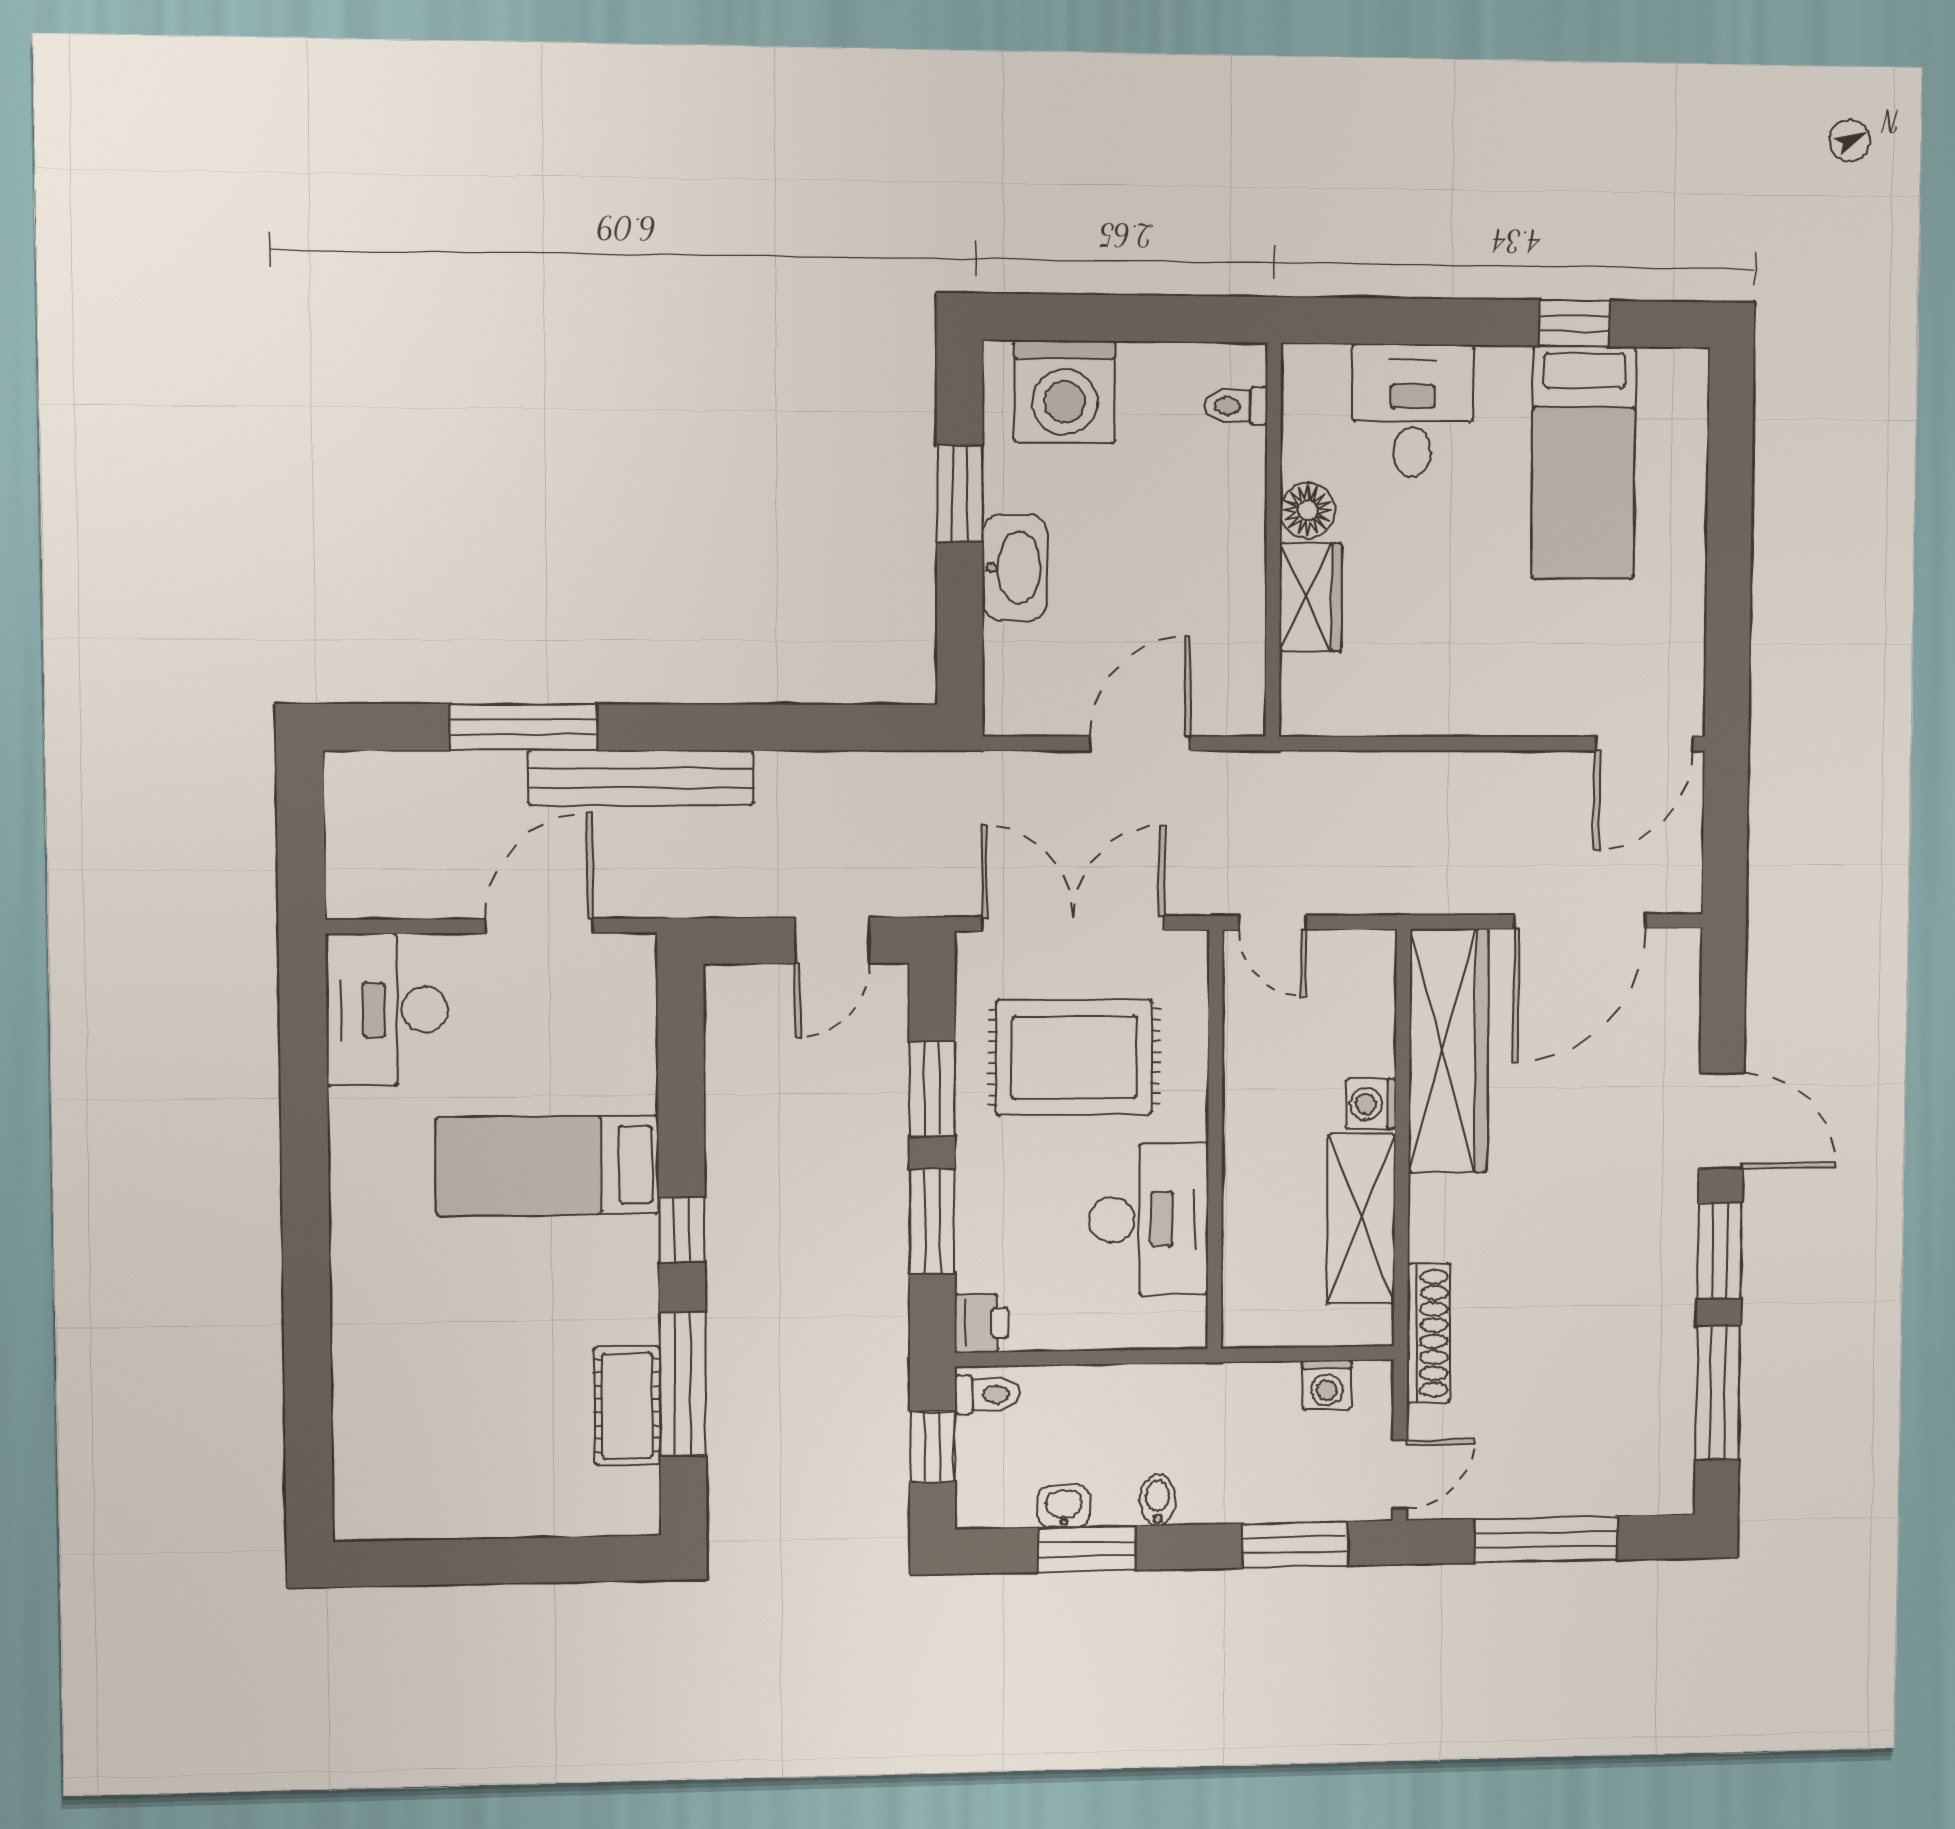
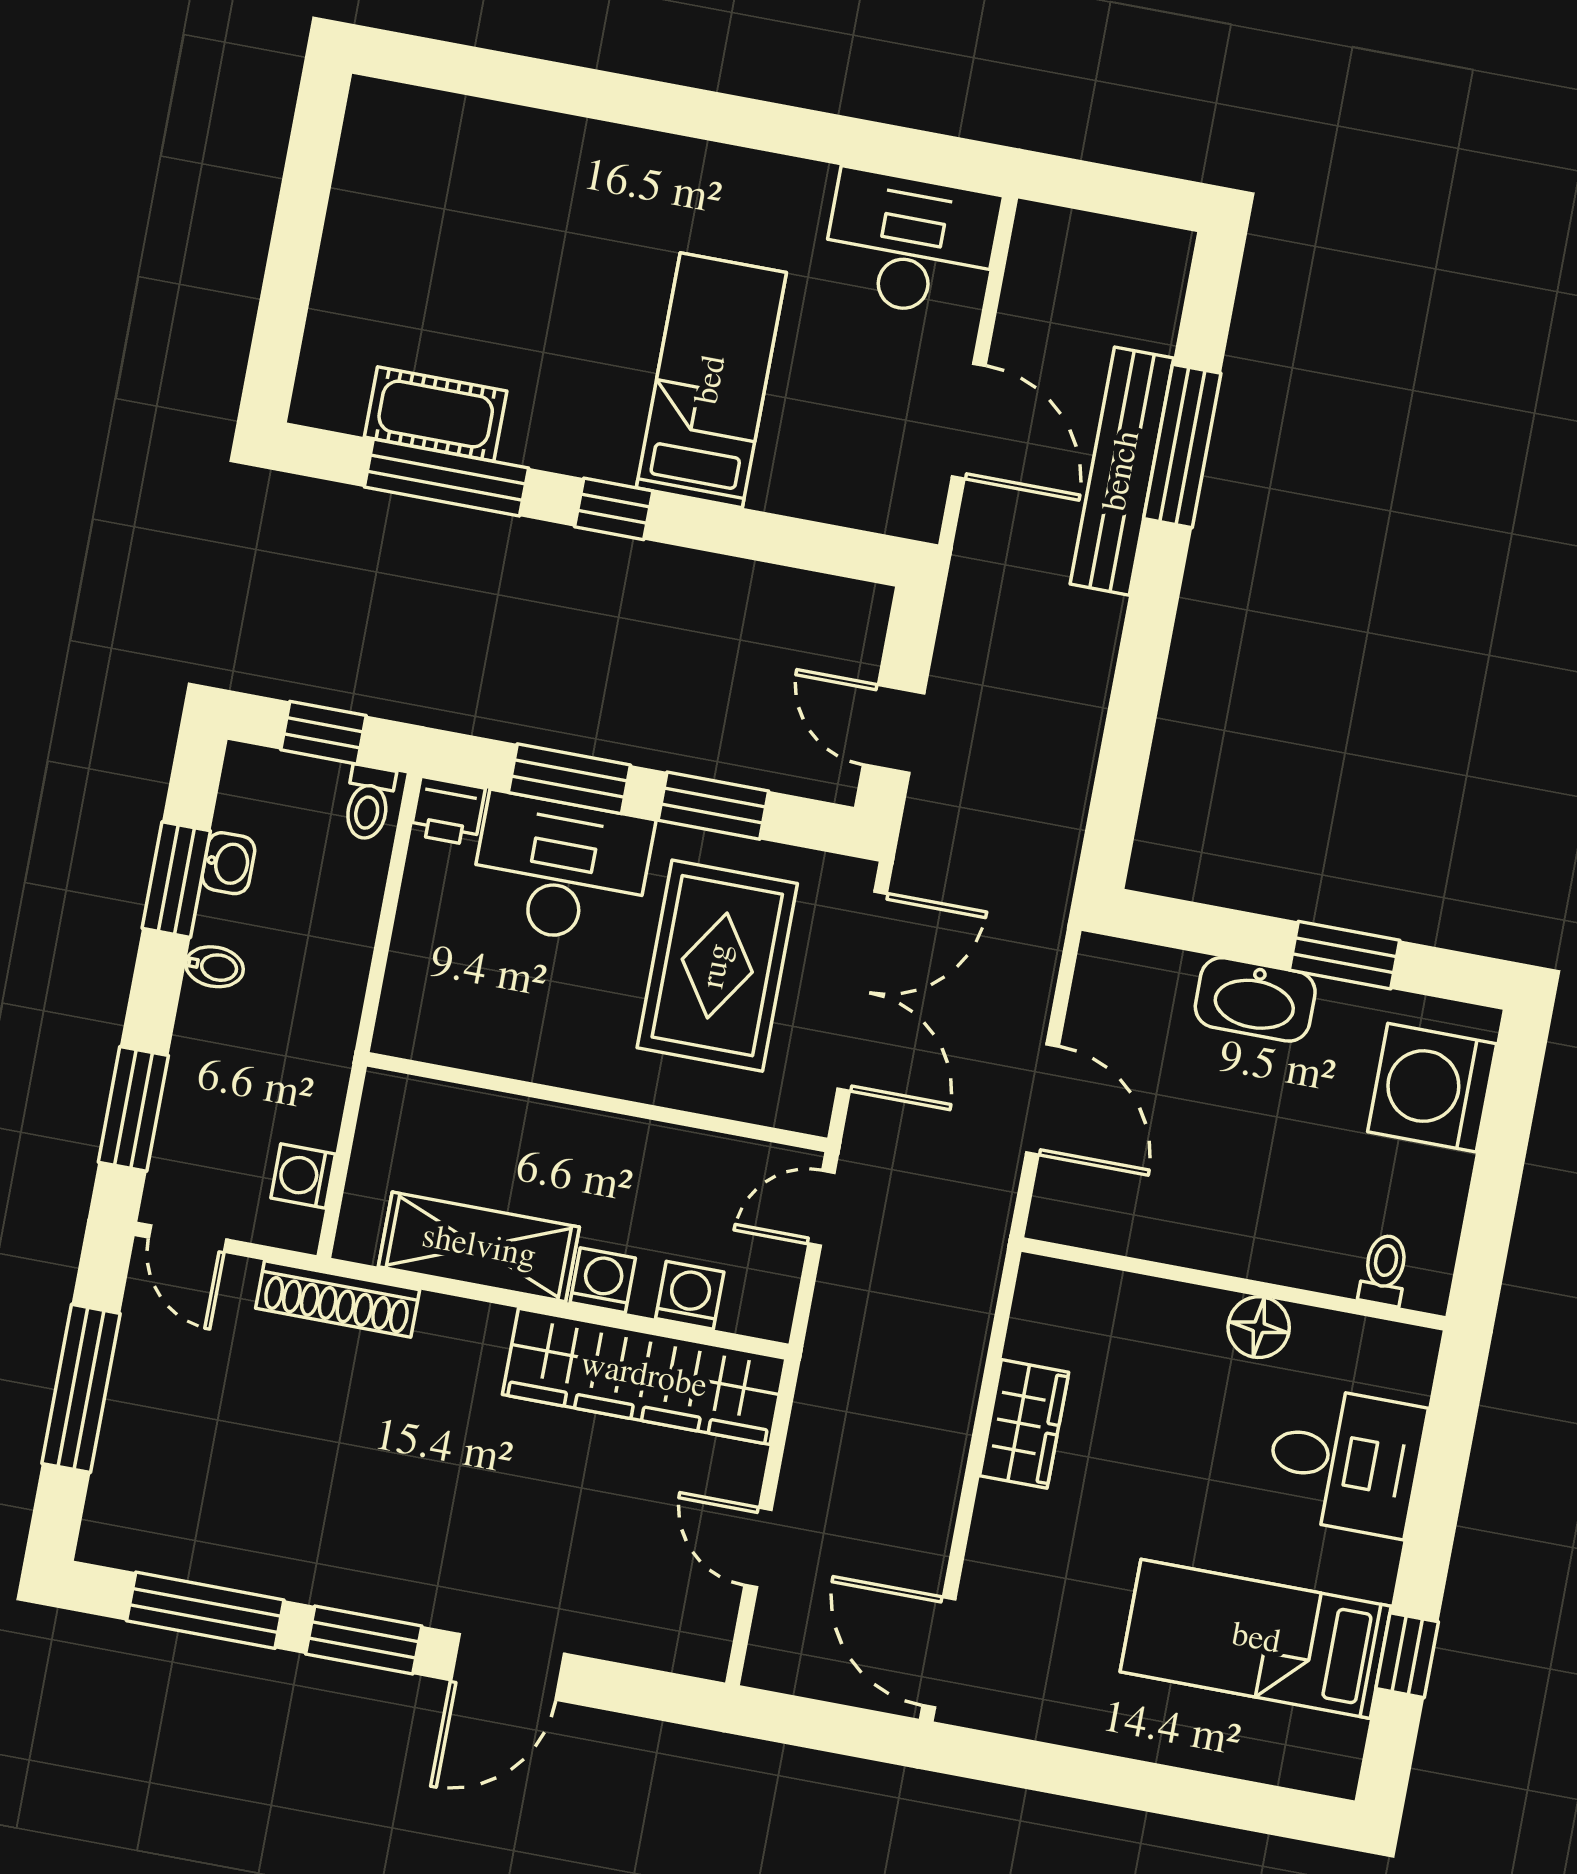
wardrobe: (1311, 597) -> (1024, 1424), moved, turned -90
bench: (641, 778) -> (1122, 471), moved
door: (1580, 921) -> (758, 1548), width x0.53
washing machine: (1370, 1025) -> (690, 1295), added
desk: (1149, 1219) -> (561, 870), moved, turned 180

